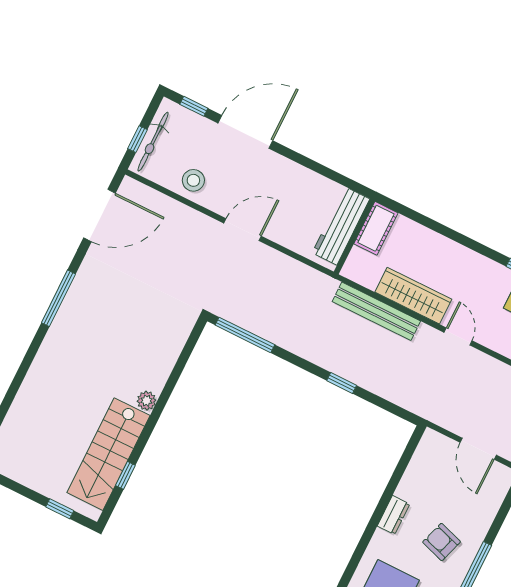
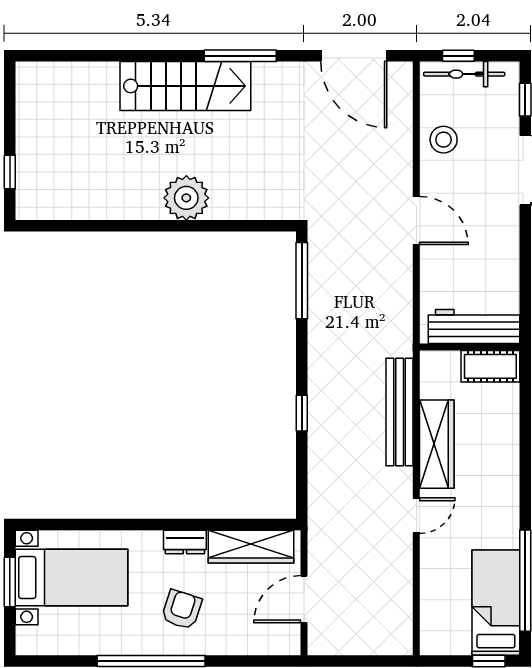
plant: (147, 401) -> (186, 198), width x1.88, depth x1.88
stairs: (108, 454) -> (185, 86), moved, turned 180
wardrobe: (421, 468) -> (251, 547), added
window: (125, 475) -> (82, 226), removed

